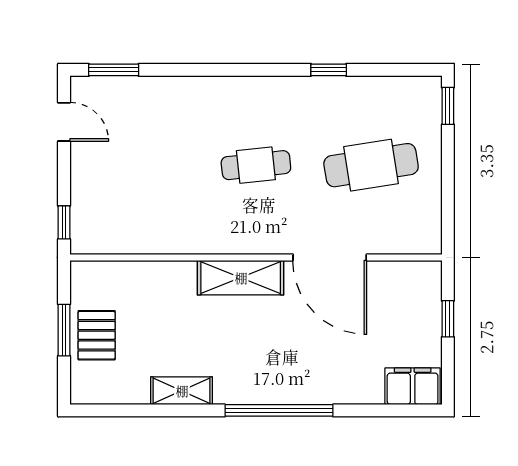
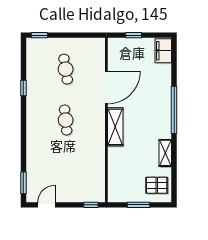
cafe table: (371, 165) -> (66, 69), width x0.73, depth x0.74
pallet: (97, 335) -> (157, 185), moved

